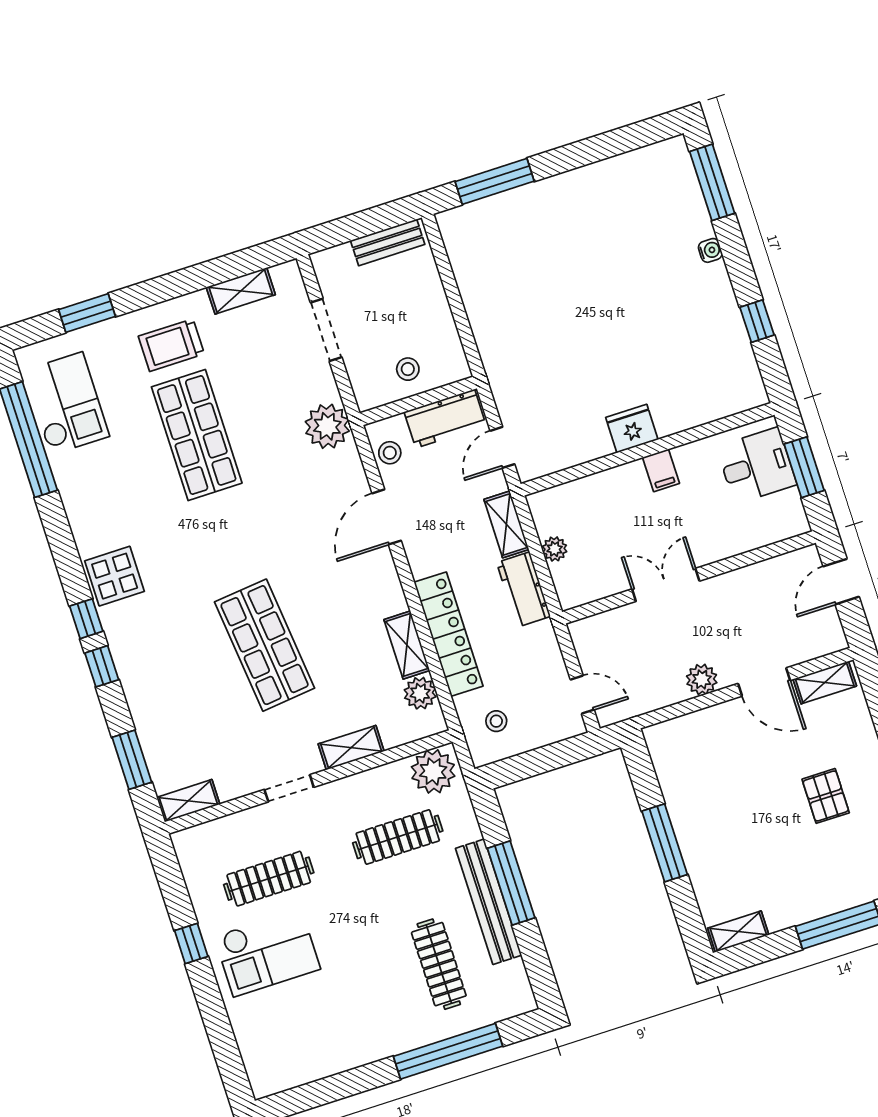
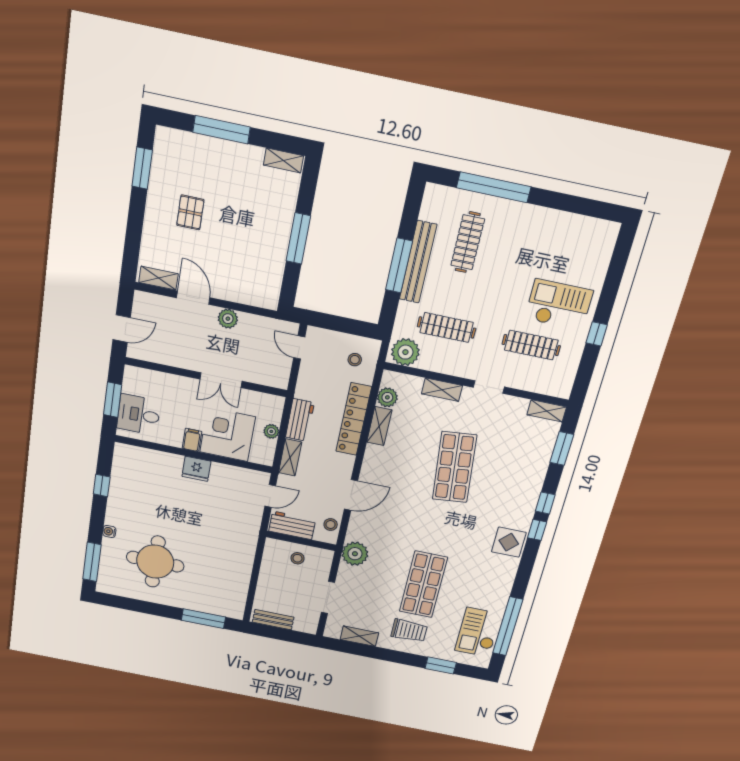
round table: (617, 239) -> (155, 562), added
corner desk: (615, 508) -> (227, 434), added

